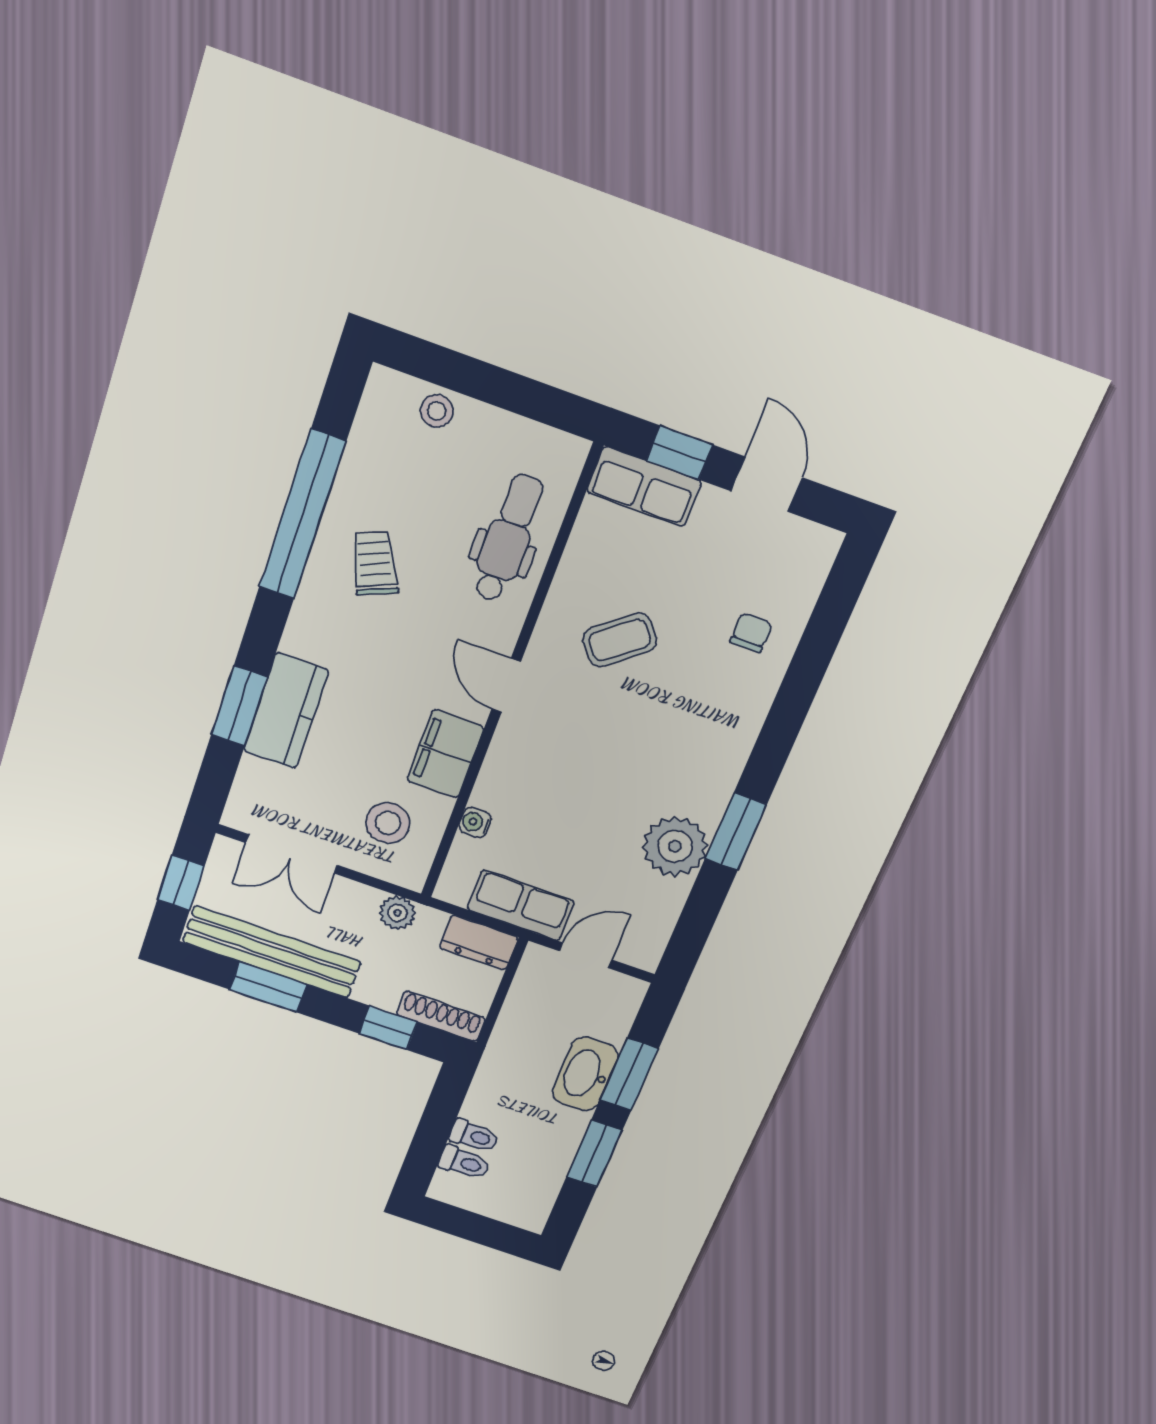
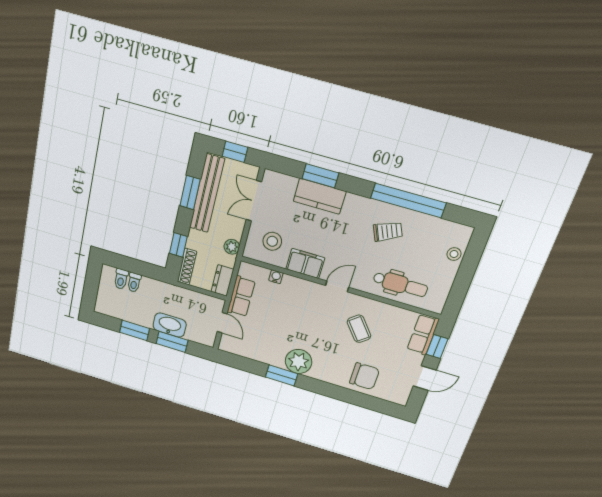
chair: (751, 633) -> (364, 376), width x1.87, depth x1.87
plant: (675, 846) -> (298, 361), moved

